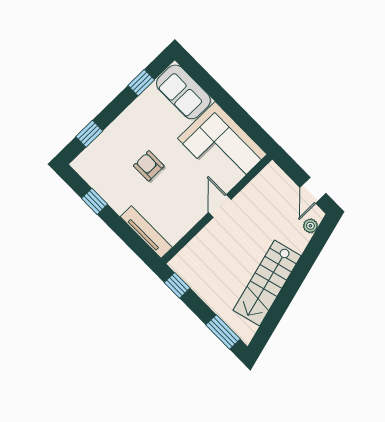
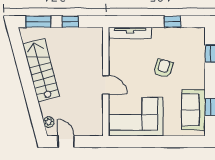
sofa: (183, 92) -> (194, 110), moved, turned -90
armchair: (149, 166) -> (163, 68), turned -75
window: (177, 285) -> (70, 22), moved

